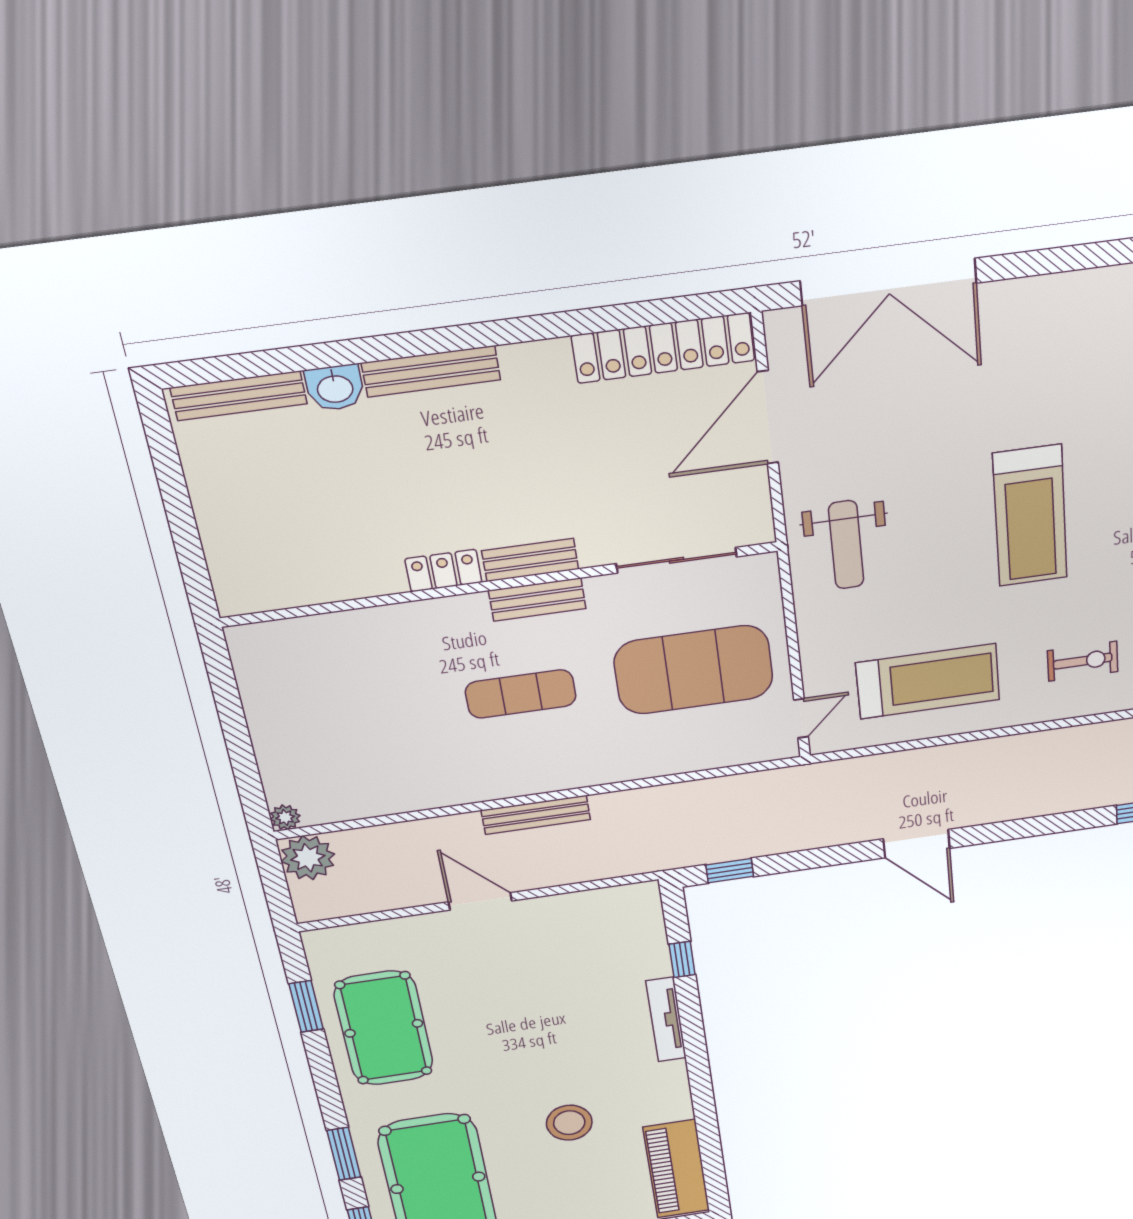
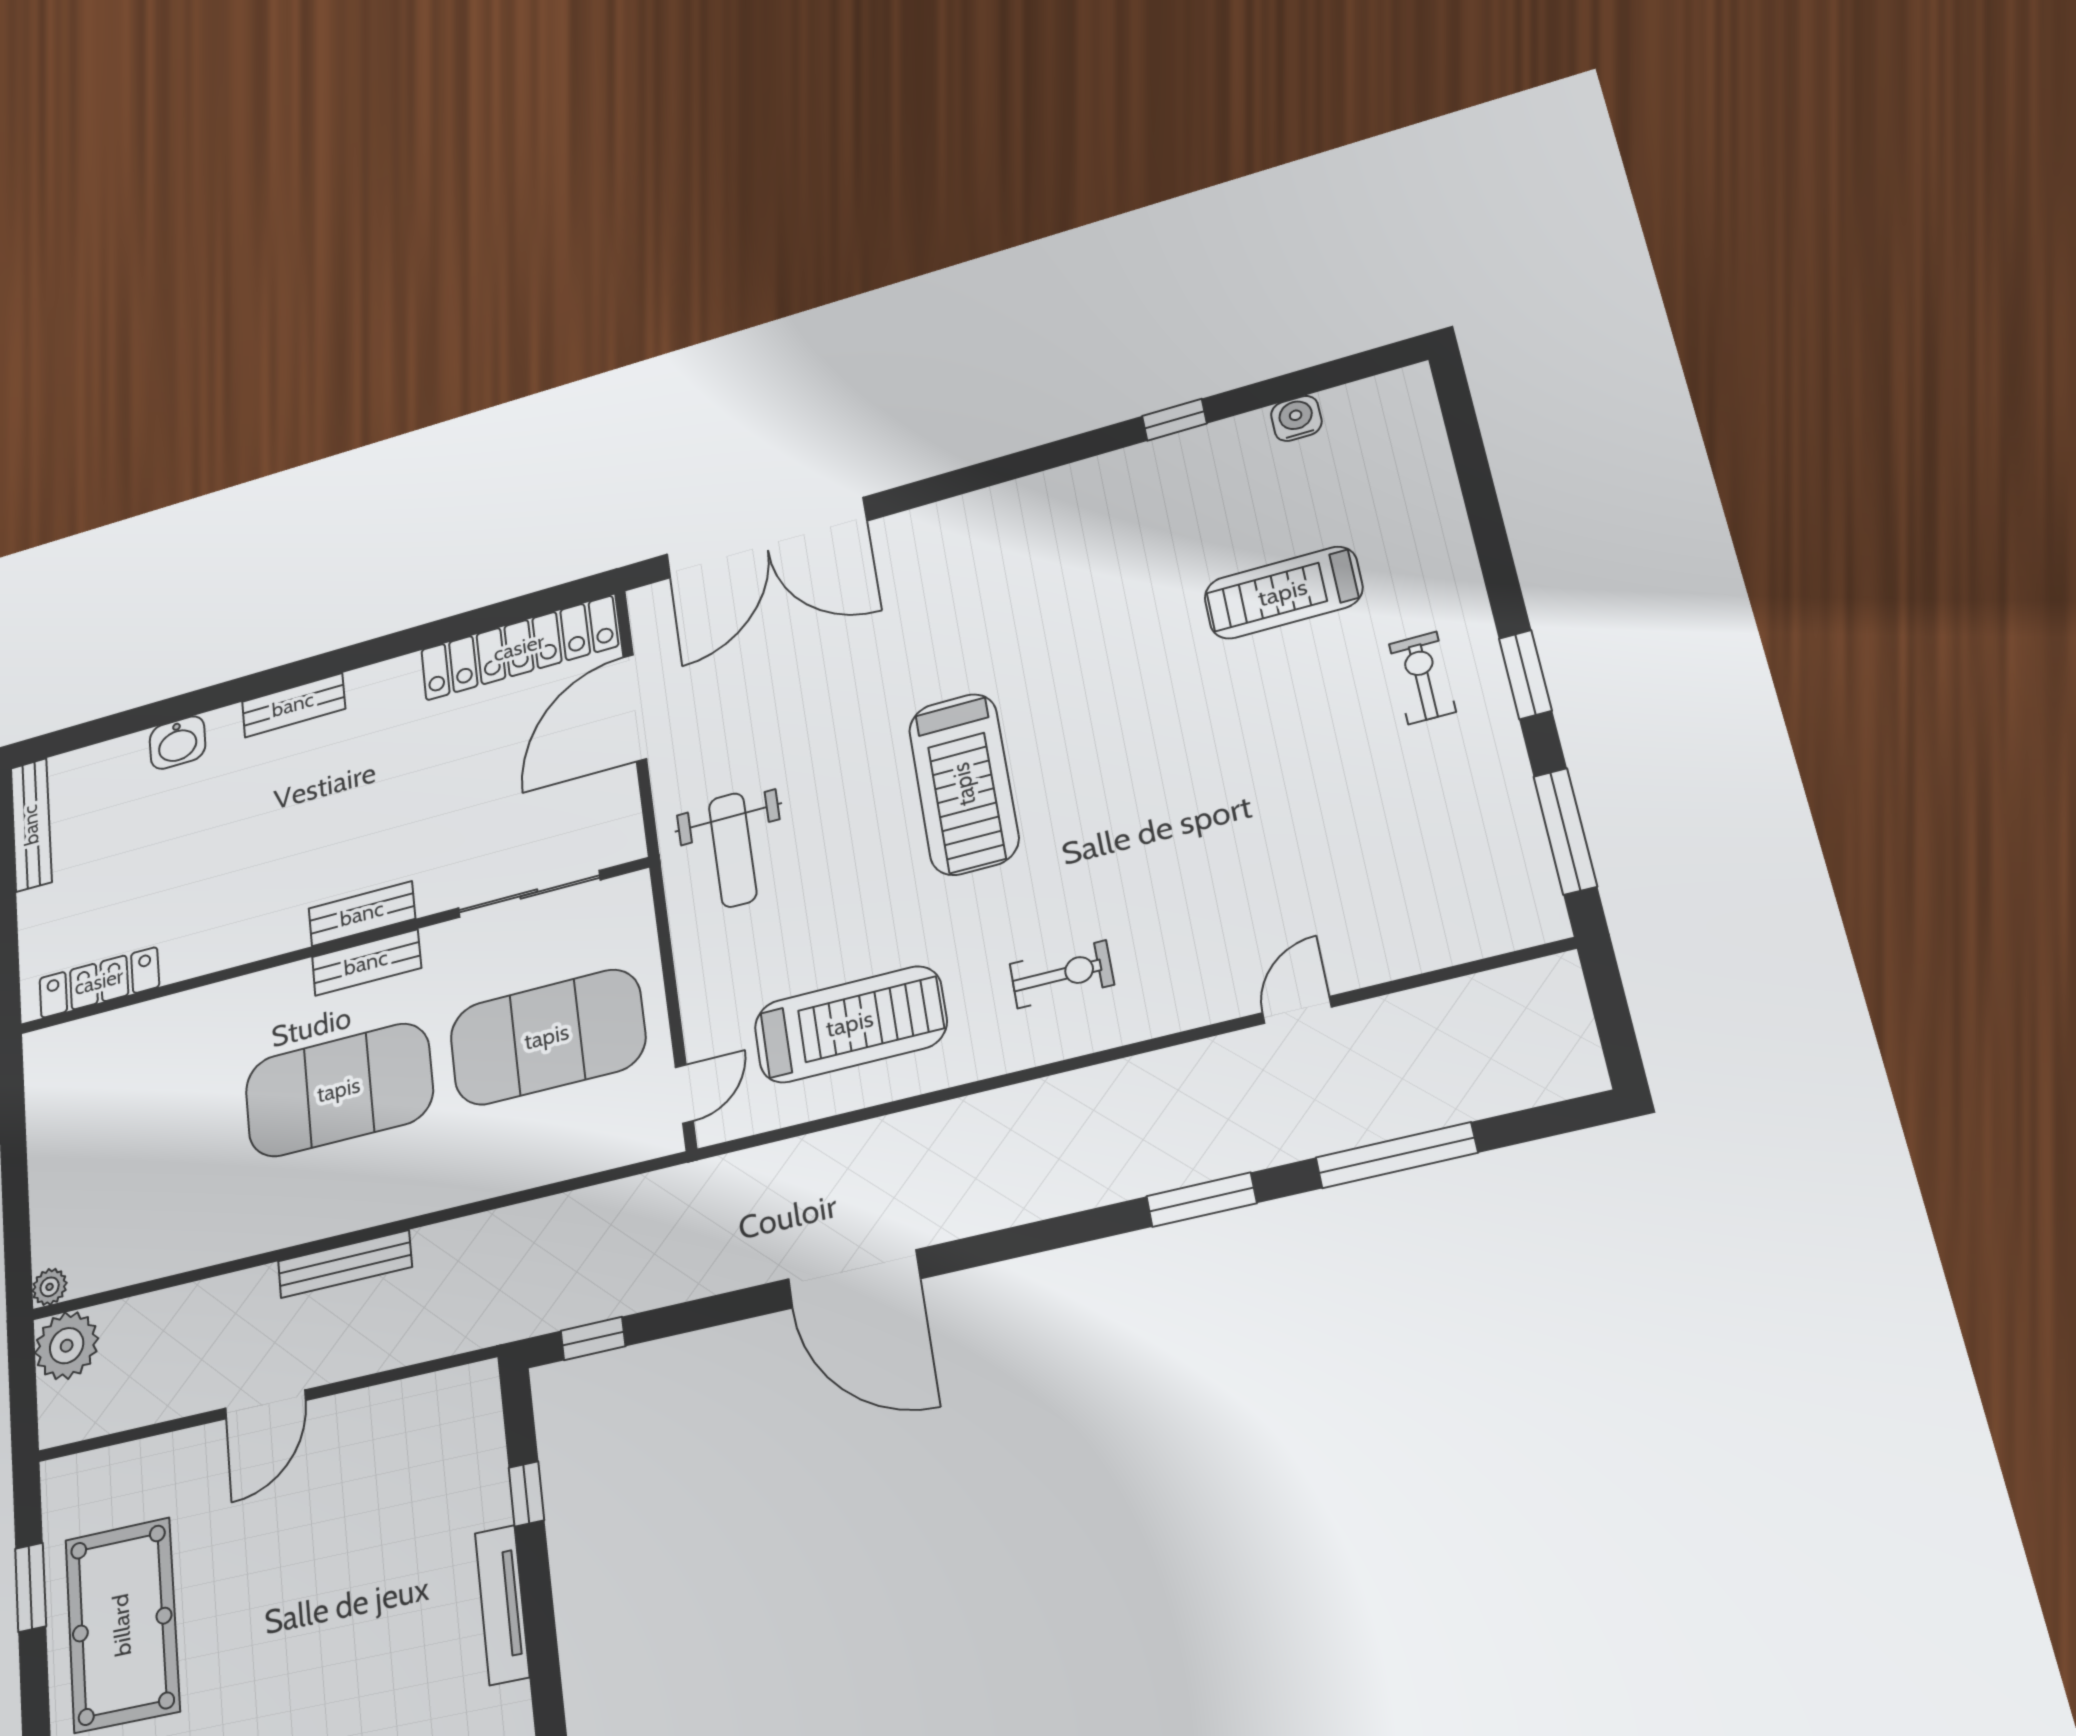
bench: (431, 371) -> (293, 705), width x0.73
bench: (239, 396) -> (31, 825), moved, turned 90
locker: (443, 571) -> (99, 982), moved, width x1.53
exercise mat: (521, 694) -> (339, 1090), width x2.00, depth x1.45
door: (917, 844) -> (854, 1279), width x1.36
door: (480, 901) -> (265, 1404), swing flipped

